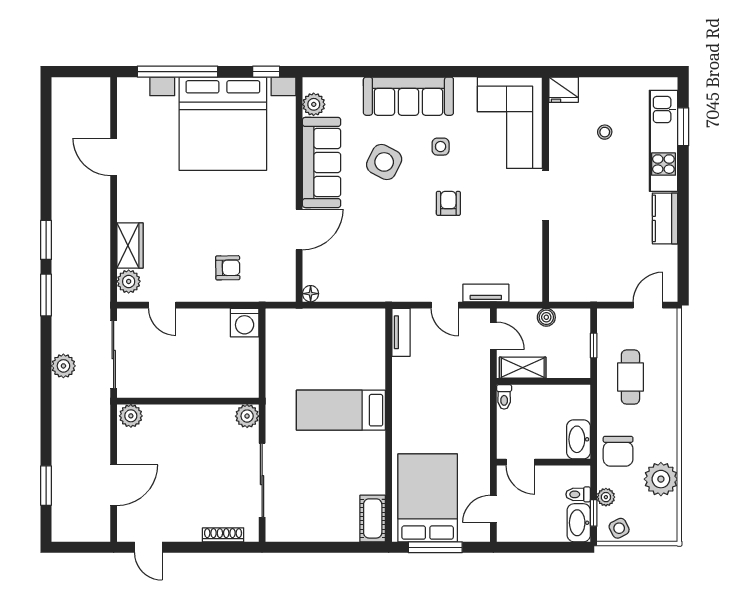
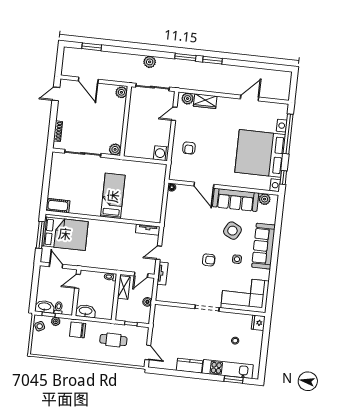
plant: (661, 479) -> (62, 349), removed

